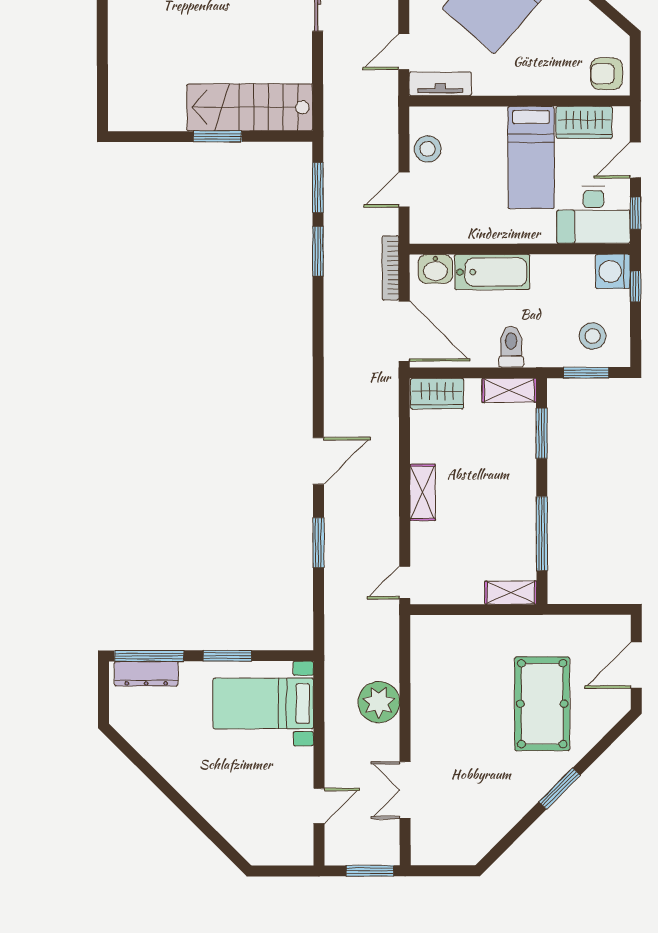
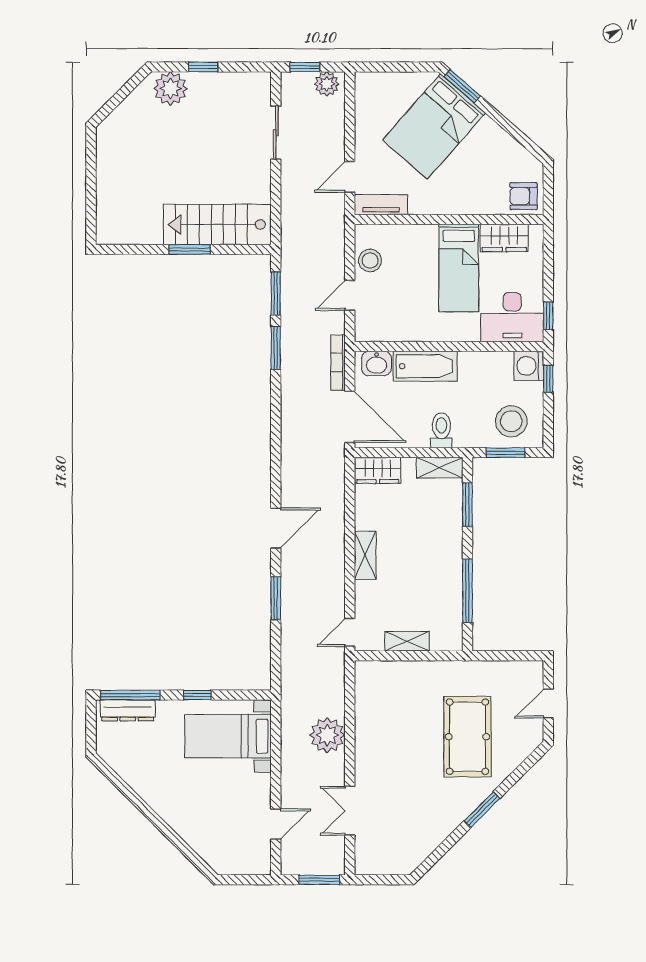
door: (635, 160) -> (548, 270), removed
stool: (593, 336) -> (511, 421), width x1.38, depth x1.38
shelving: (511, 593) -> (407, 641), moved
window: (227, 656) -> (197, 695), width x0.67
door: (636, 665) -> (548, 704), width x0.73

